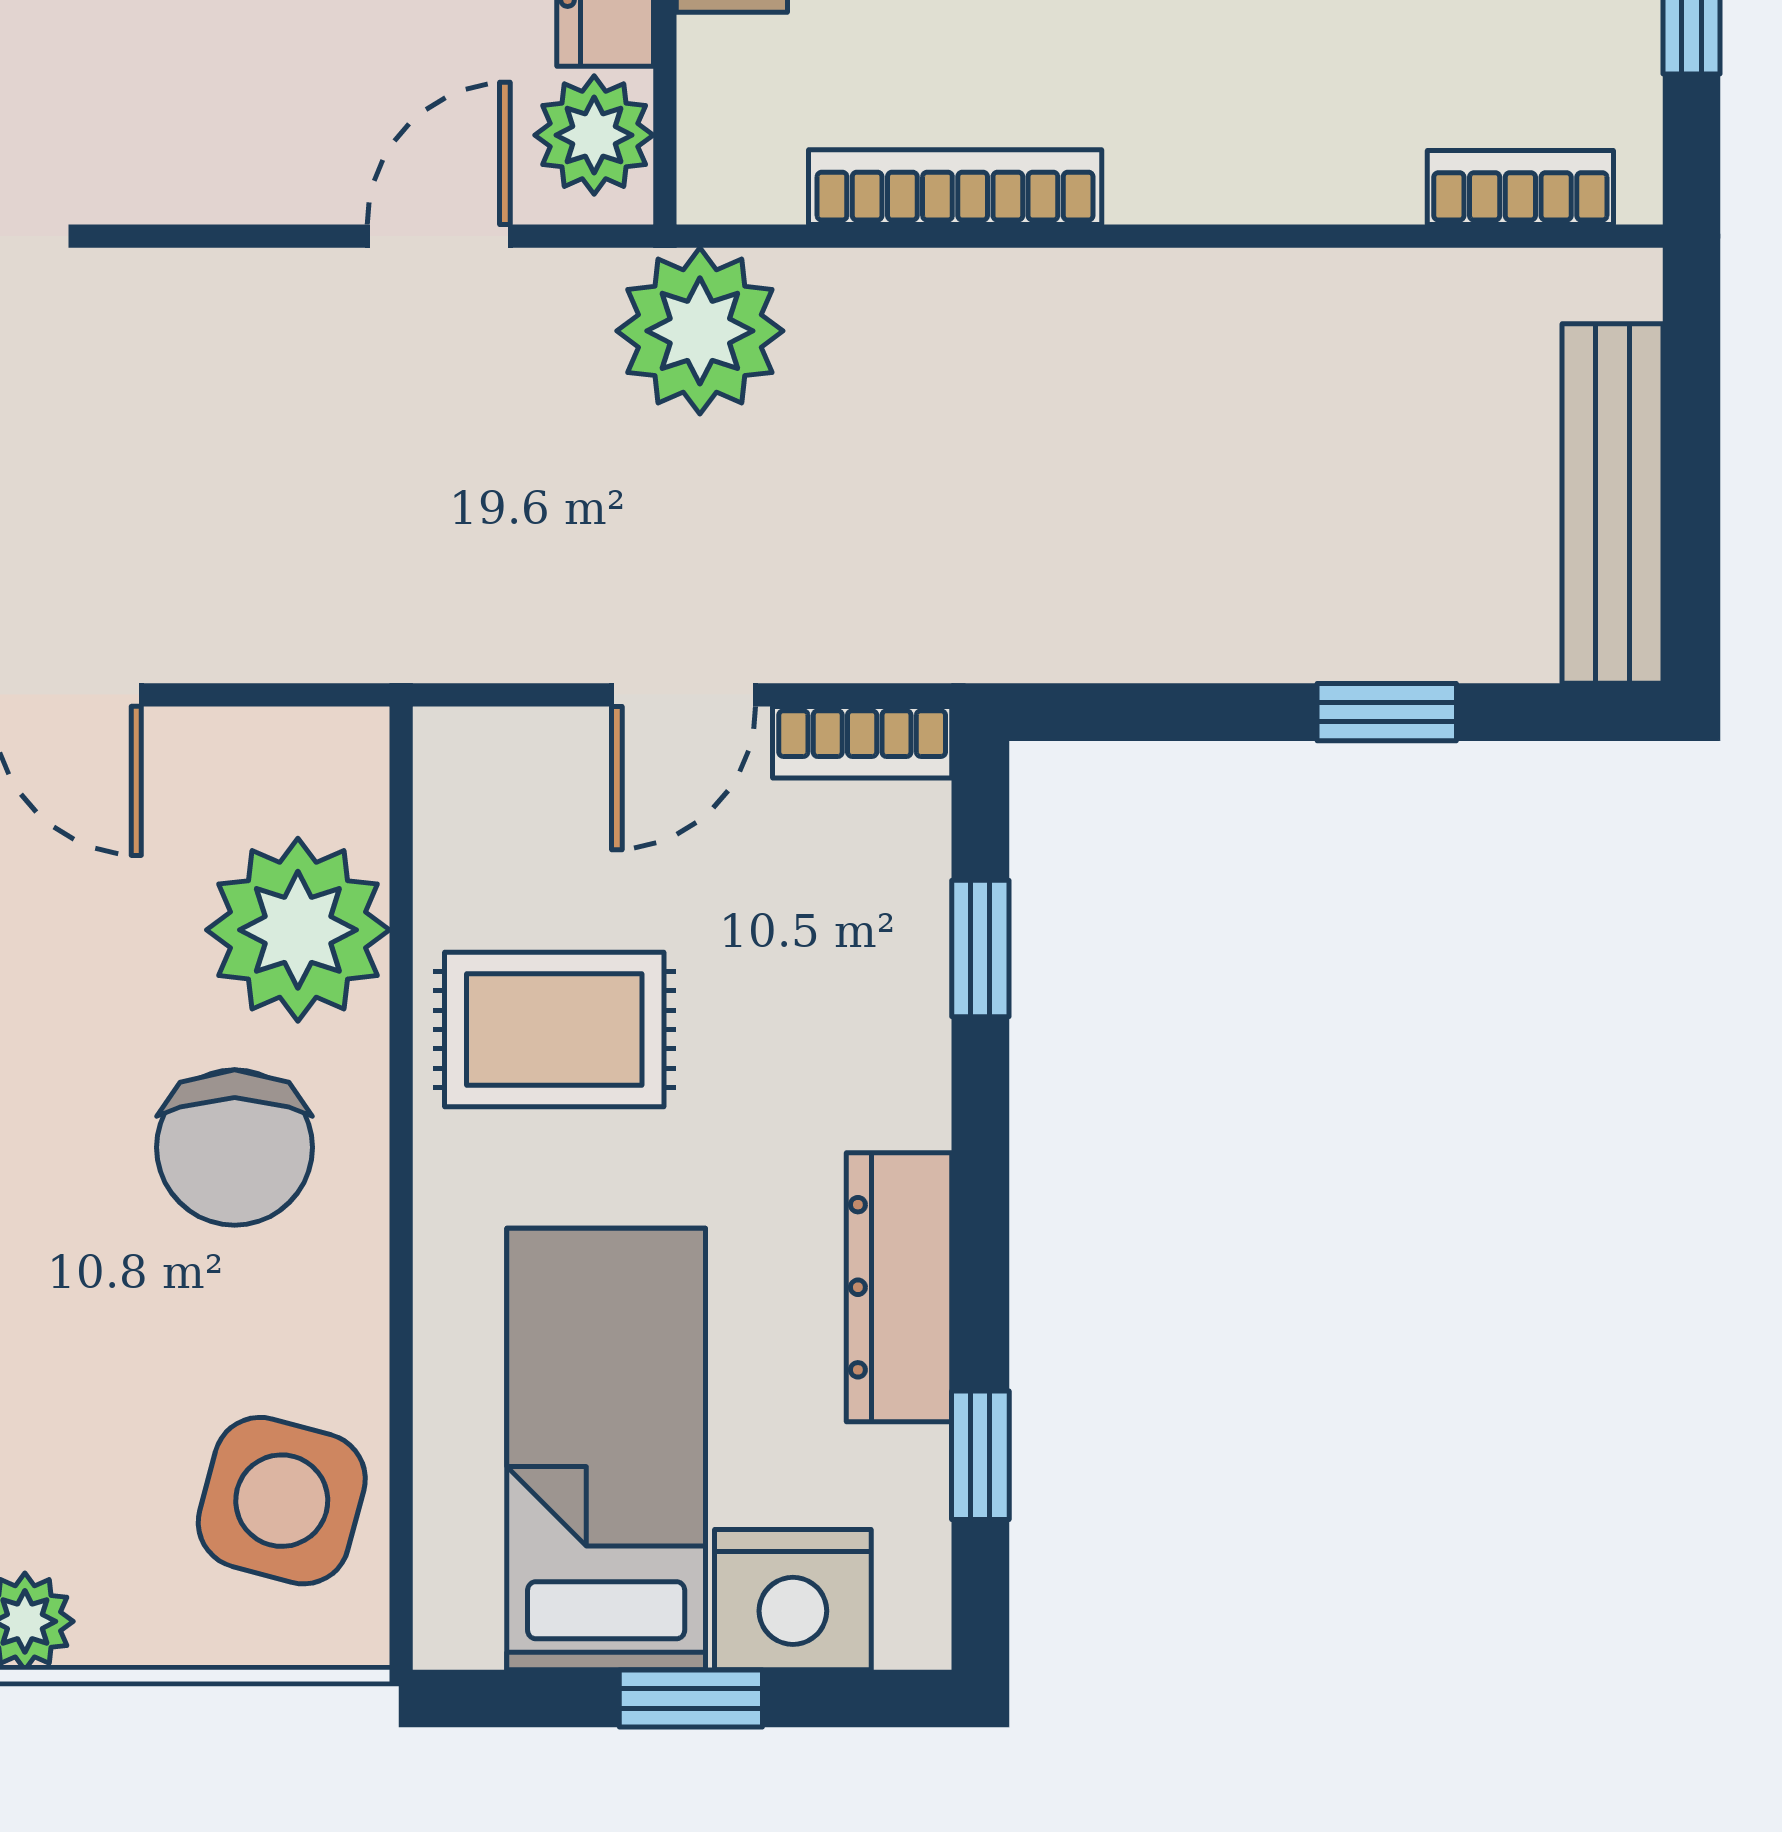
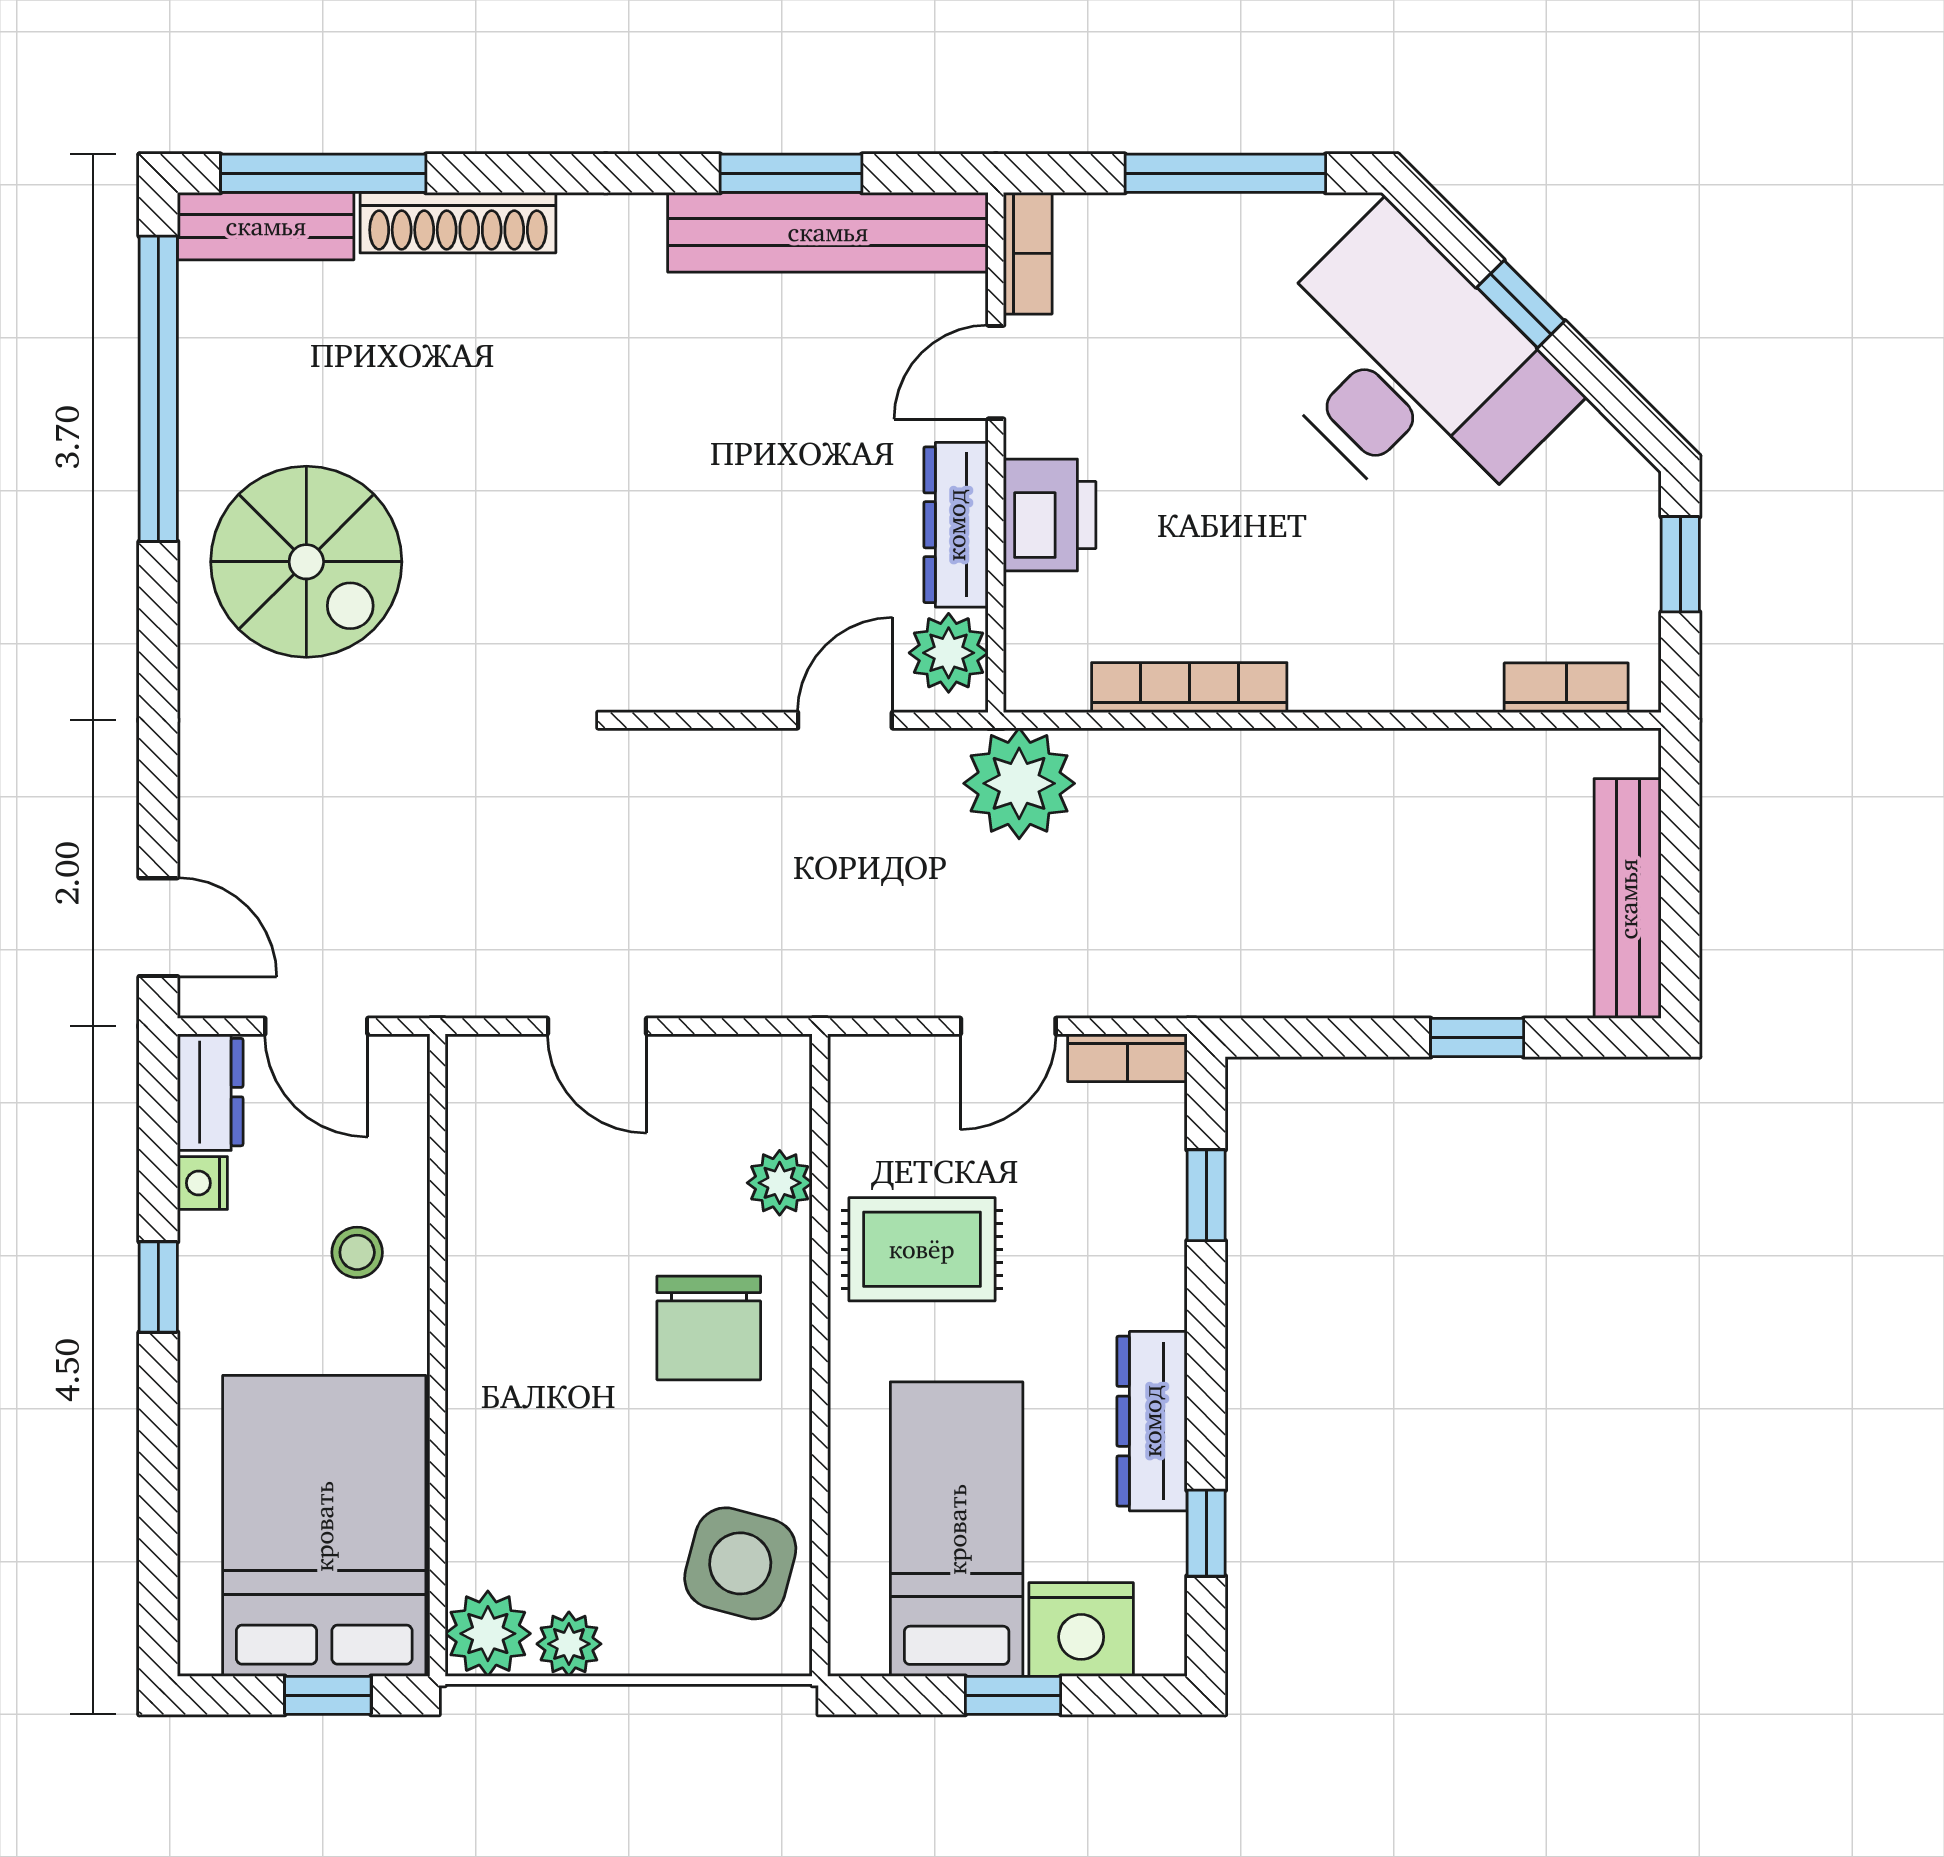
plant: (298, 930) -> (780, 1183), width x0.53, depth x0.53

